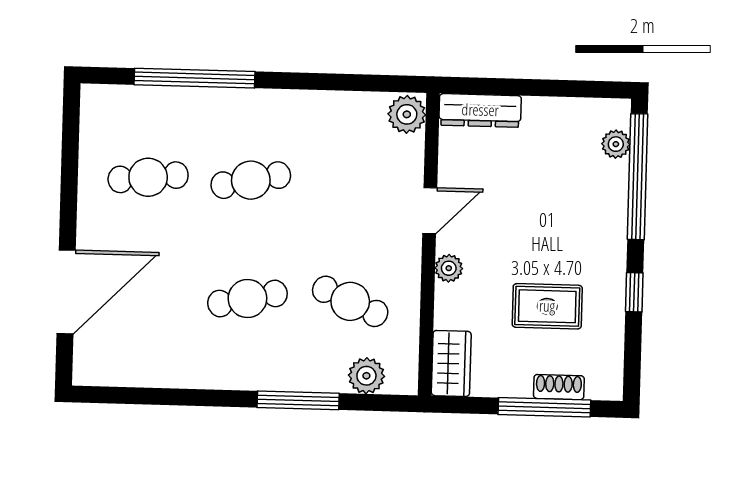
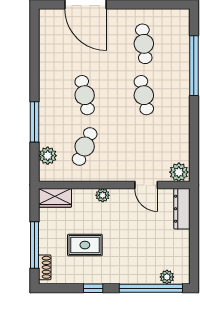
door: (430, 211) -> (146, 185), moved
rug: (547, 306) -> (85, 245), turned 90
shoe rack: (559, 387) -> (45, 267), moved

